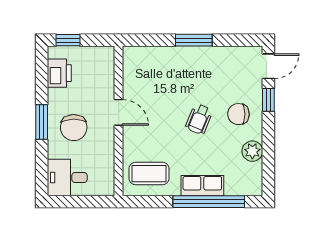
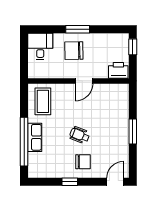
door: (268, 66) -> (115, 182), swing flipped
printer: (59, 73) -> (118, 70), moved, turned 180
window: (268, 100) -> (70, 182), moved
chair: (238, 114) -> (83, 162), turned 90
plant: (252, 151) -> (58, 171), removed

